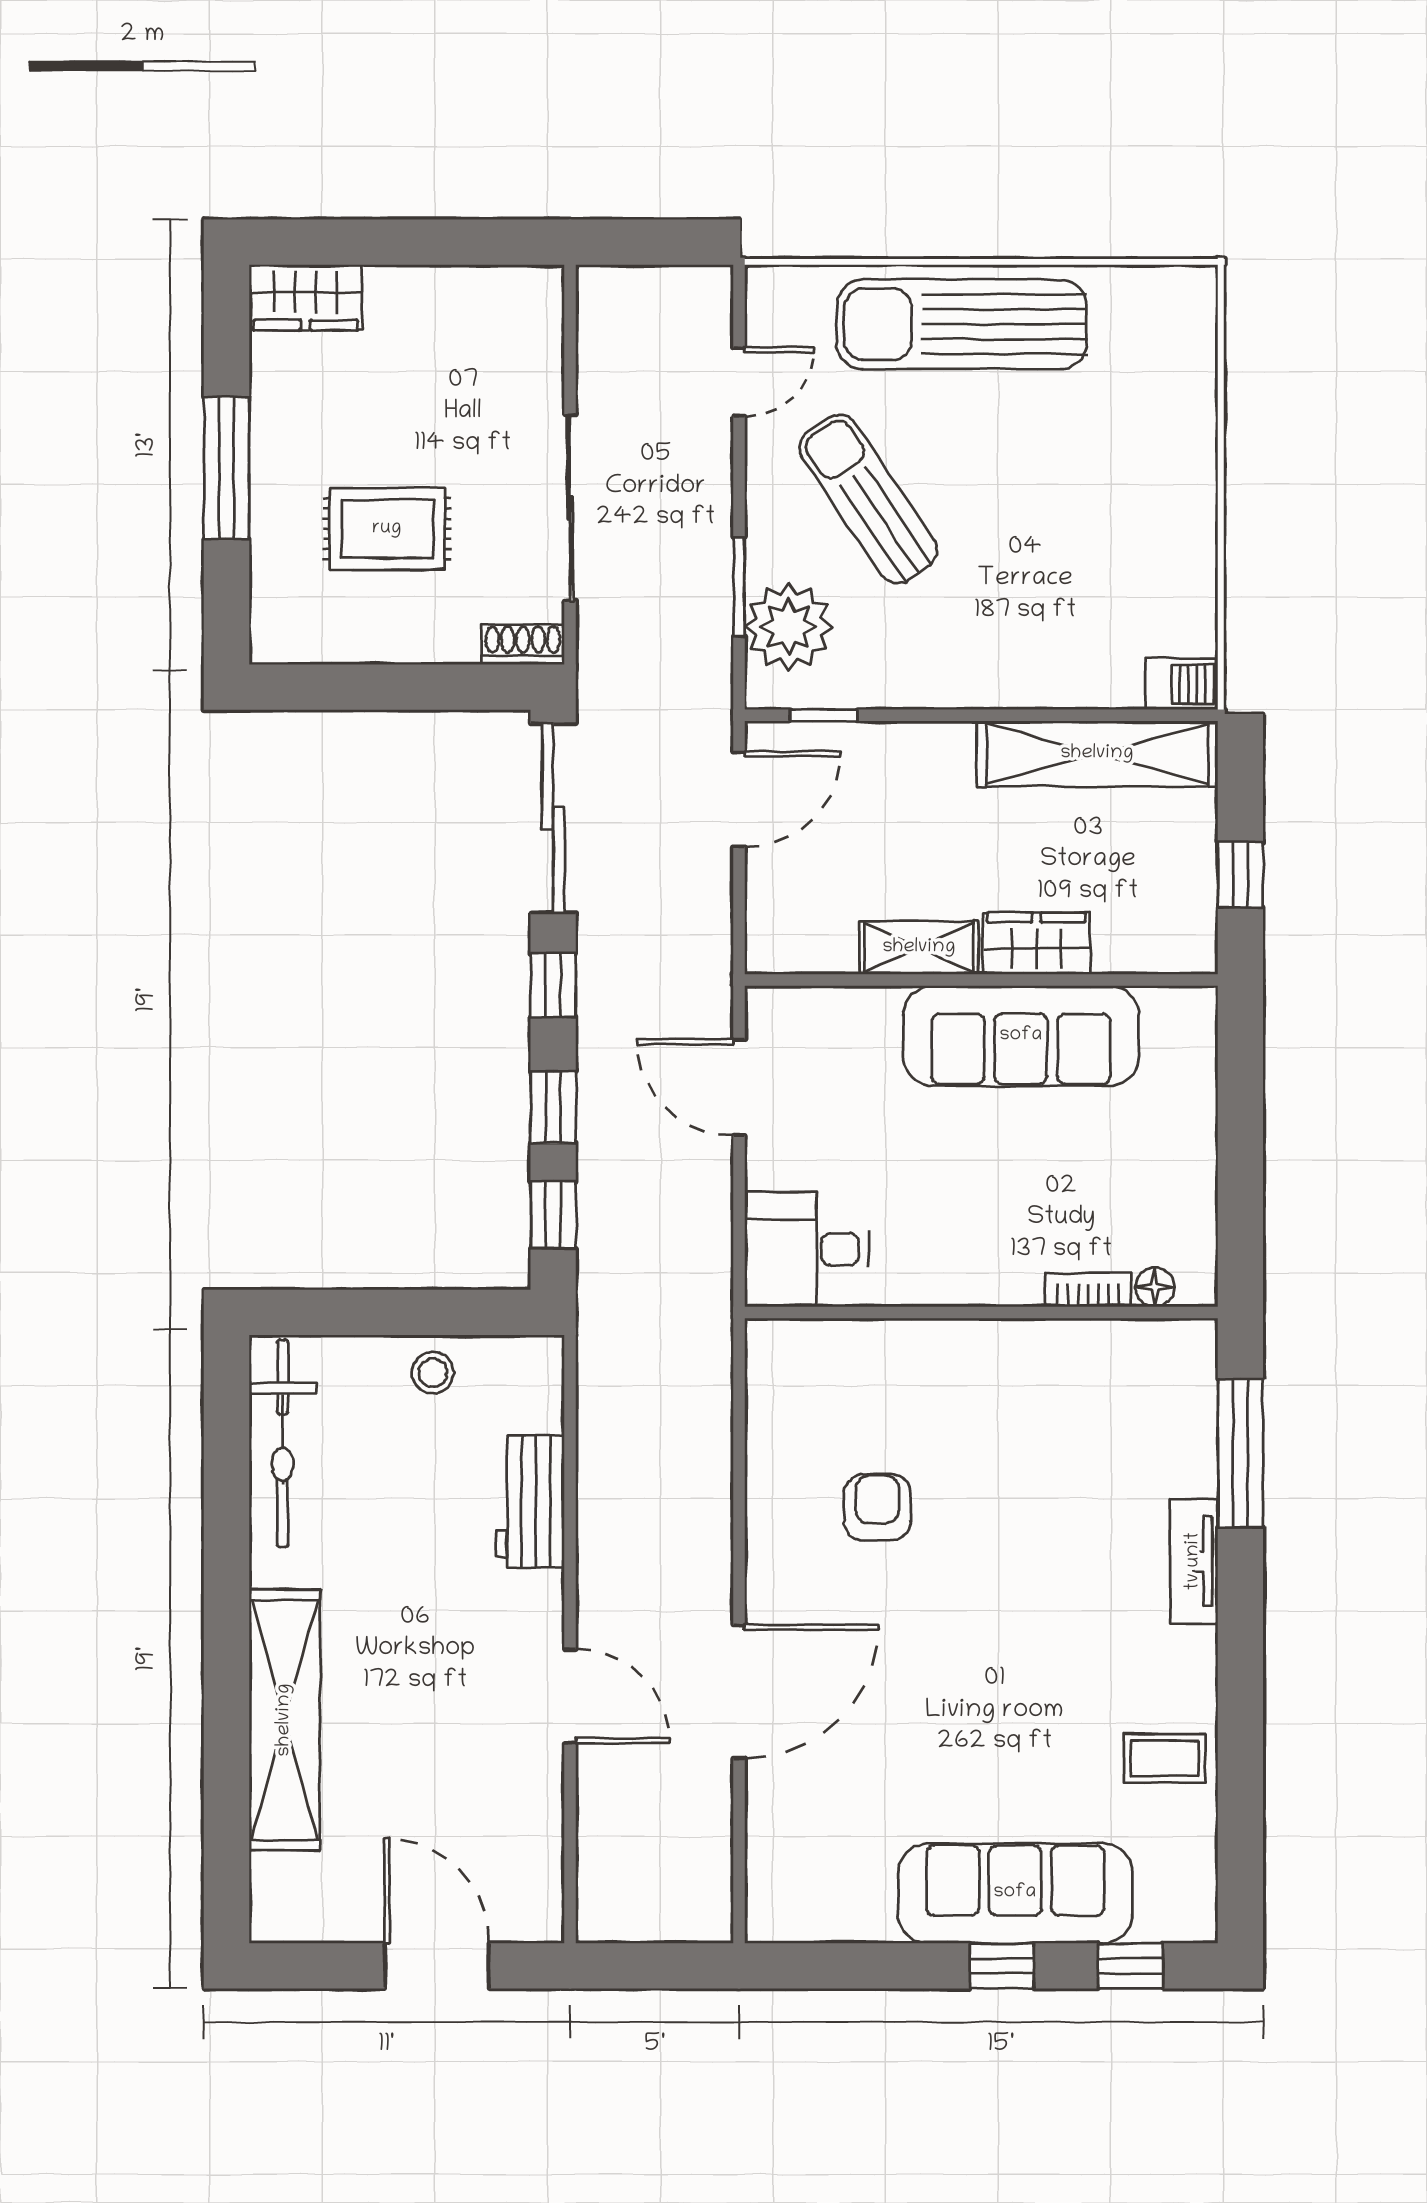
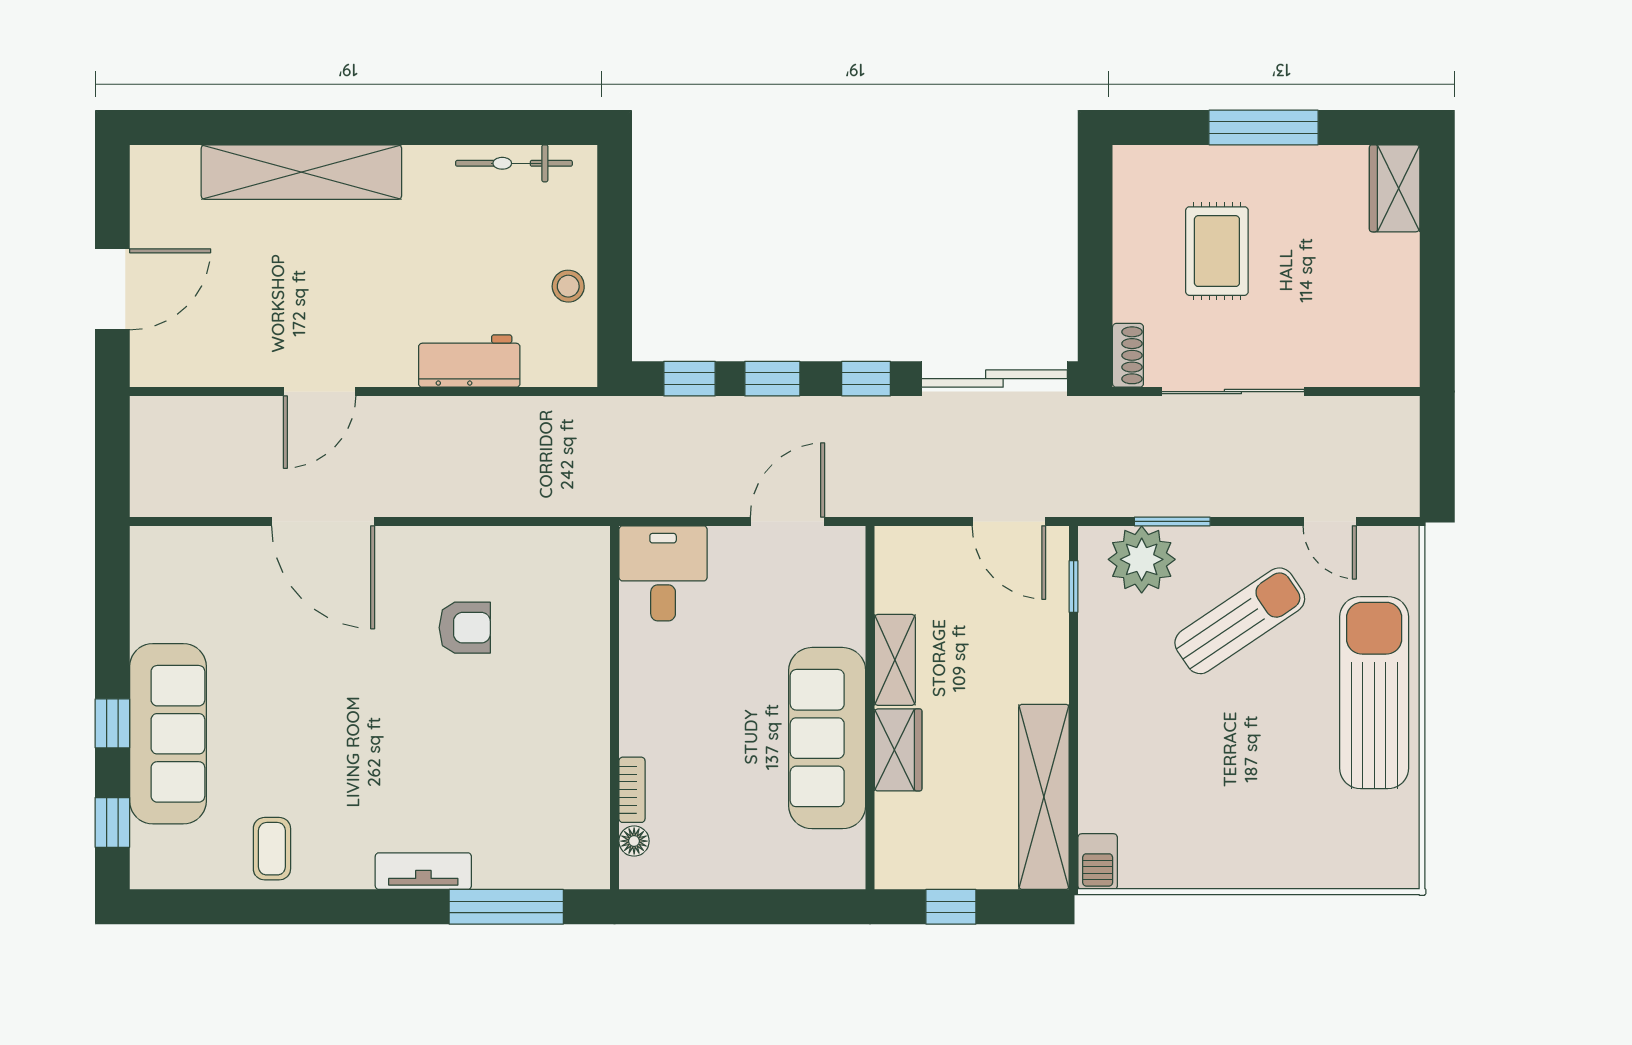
bicycle: (283, 1443) -> (514, 163), width x0.73, depth x0.71

